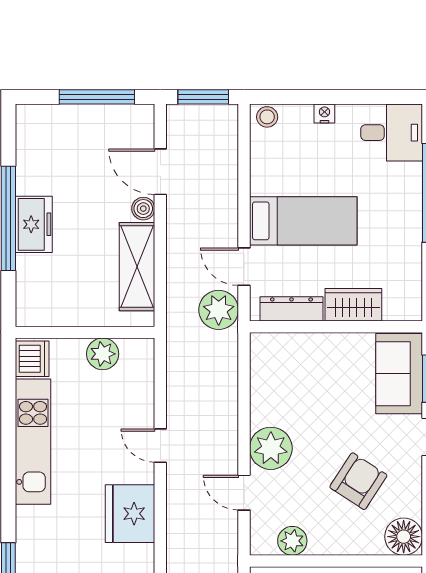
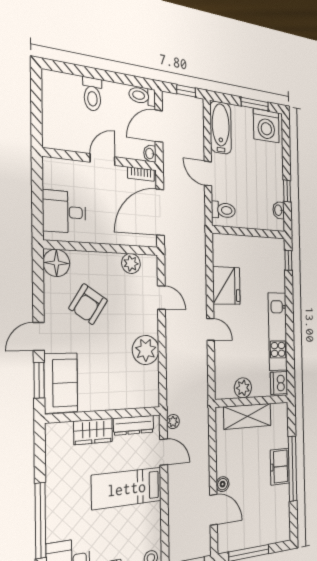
shelving: (137, 267) -> (248, 416), moved, turned 90
plant: (219, 310) -> (173, 422), width x0.53, depth x0.53
plant: (271, 448) -> (146, 350), moved

